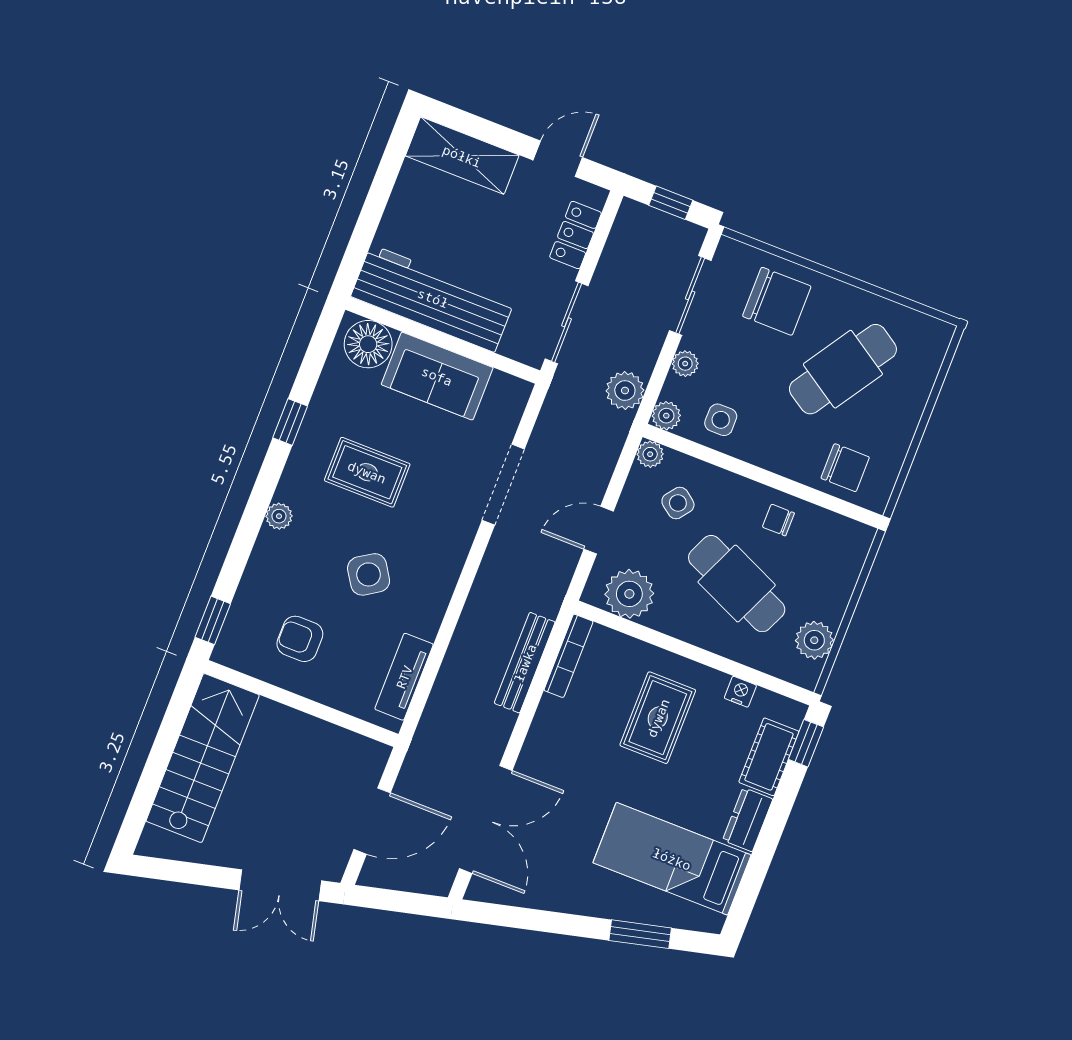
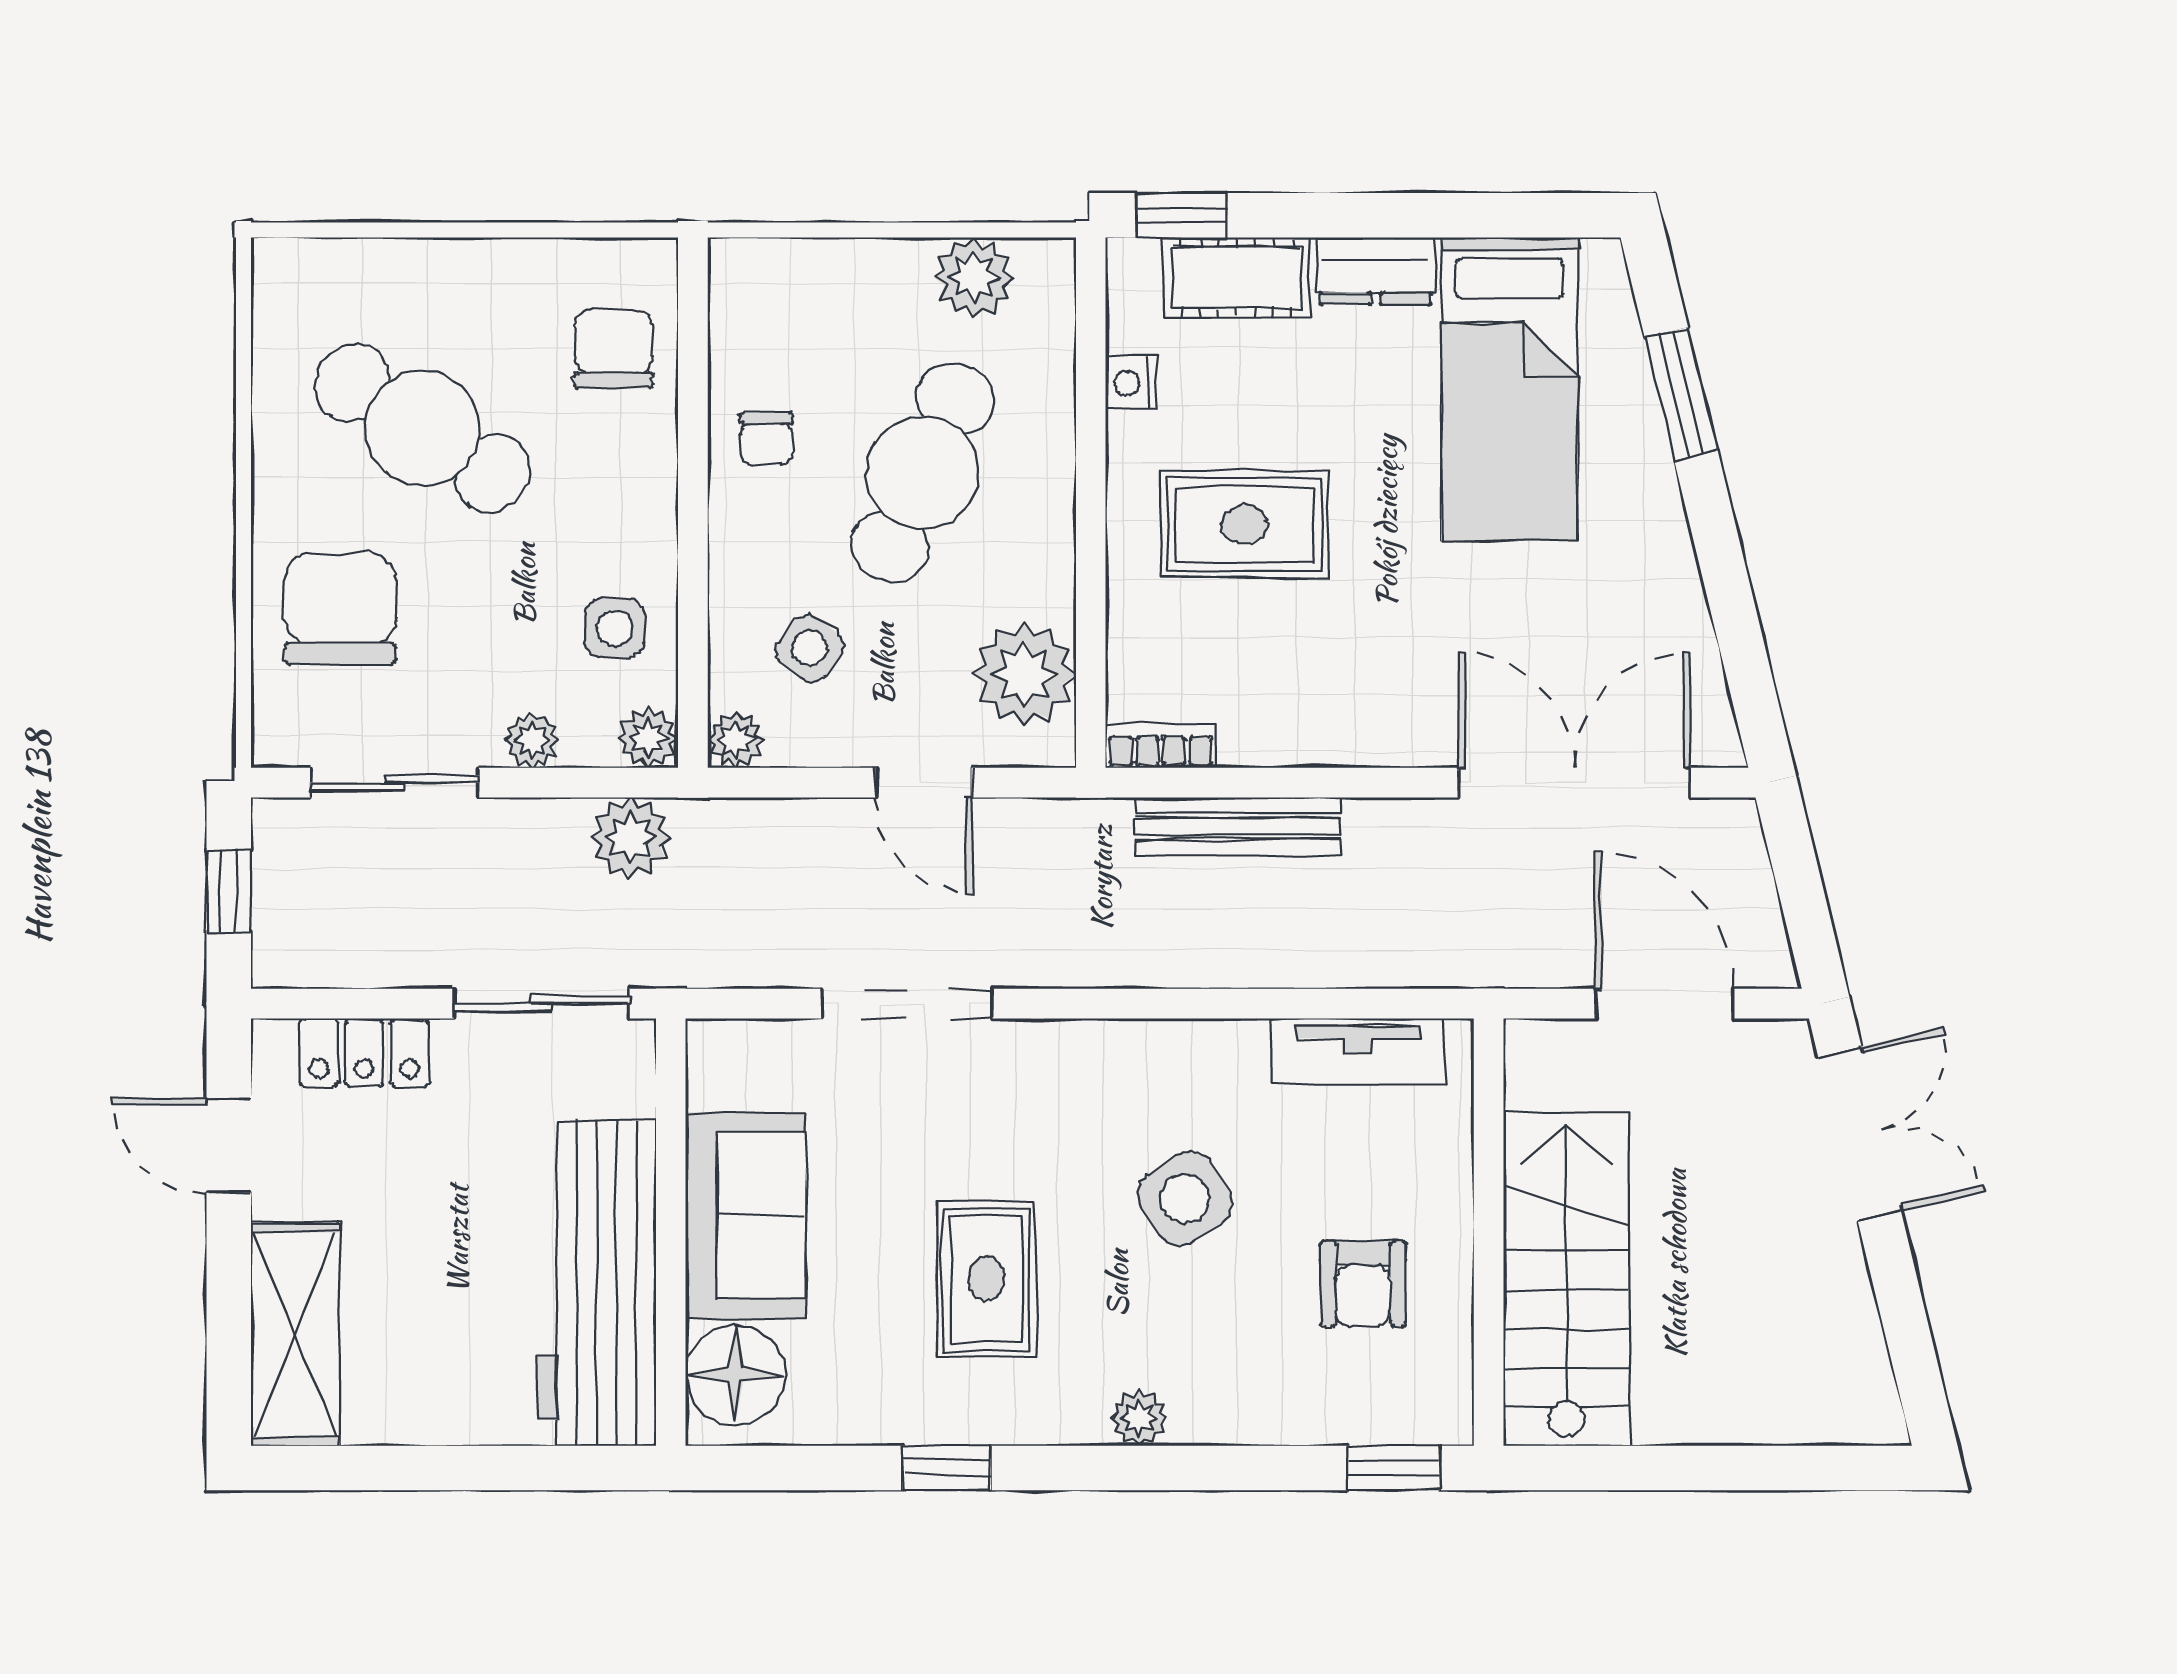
bookcase: (568, 656) -> (1161, 746), width x0.64
stairs: (203, 758) -> (1566, 1279), moved, turned 90

